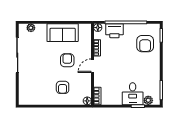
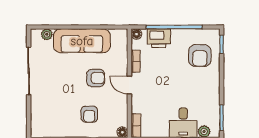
sofa: (63, 33) -> (82, 41), width x1.36
armchair: (67, 60) -> (96, 78), turned 90
door: (93, 66) -> (129, 85), hinge flipped

